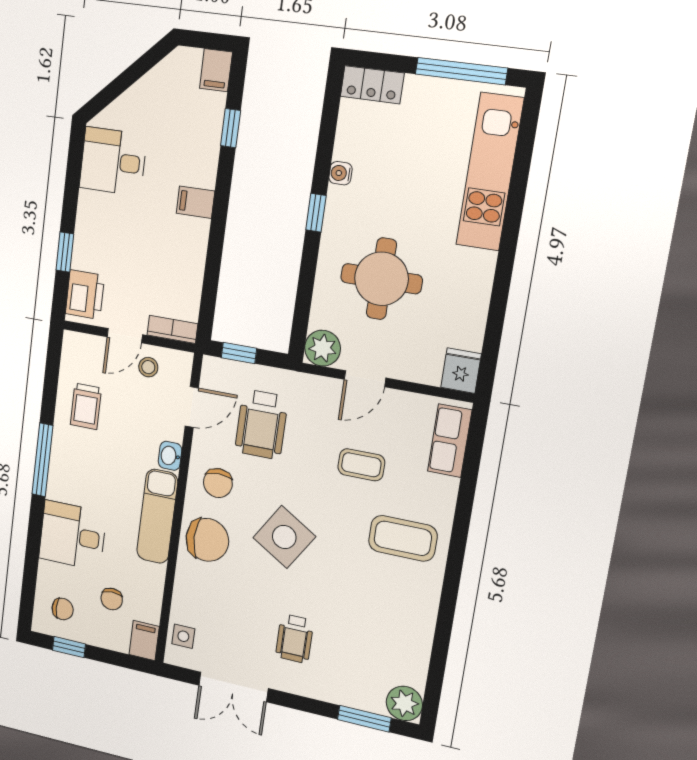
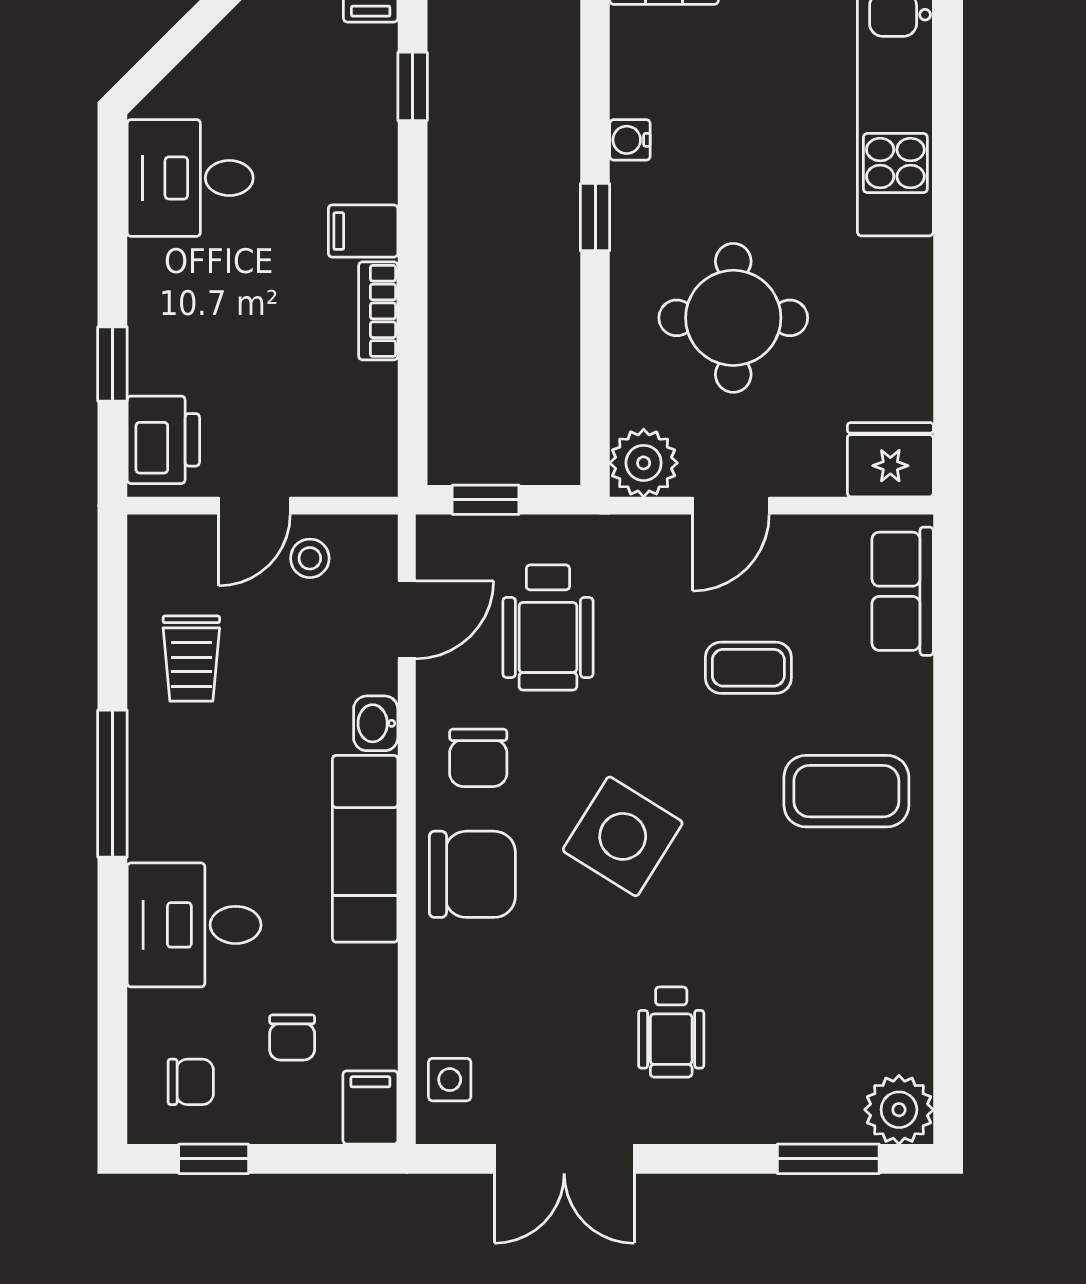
bookcase: (172, 329) -> (378, 311), moved, turned -90
fridge: (461, 371) -> (890, 460), width x1.38

